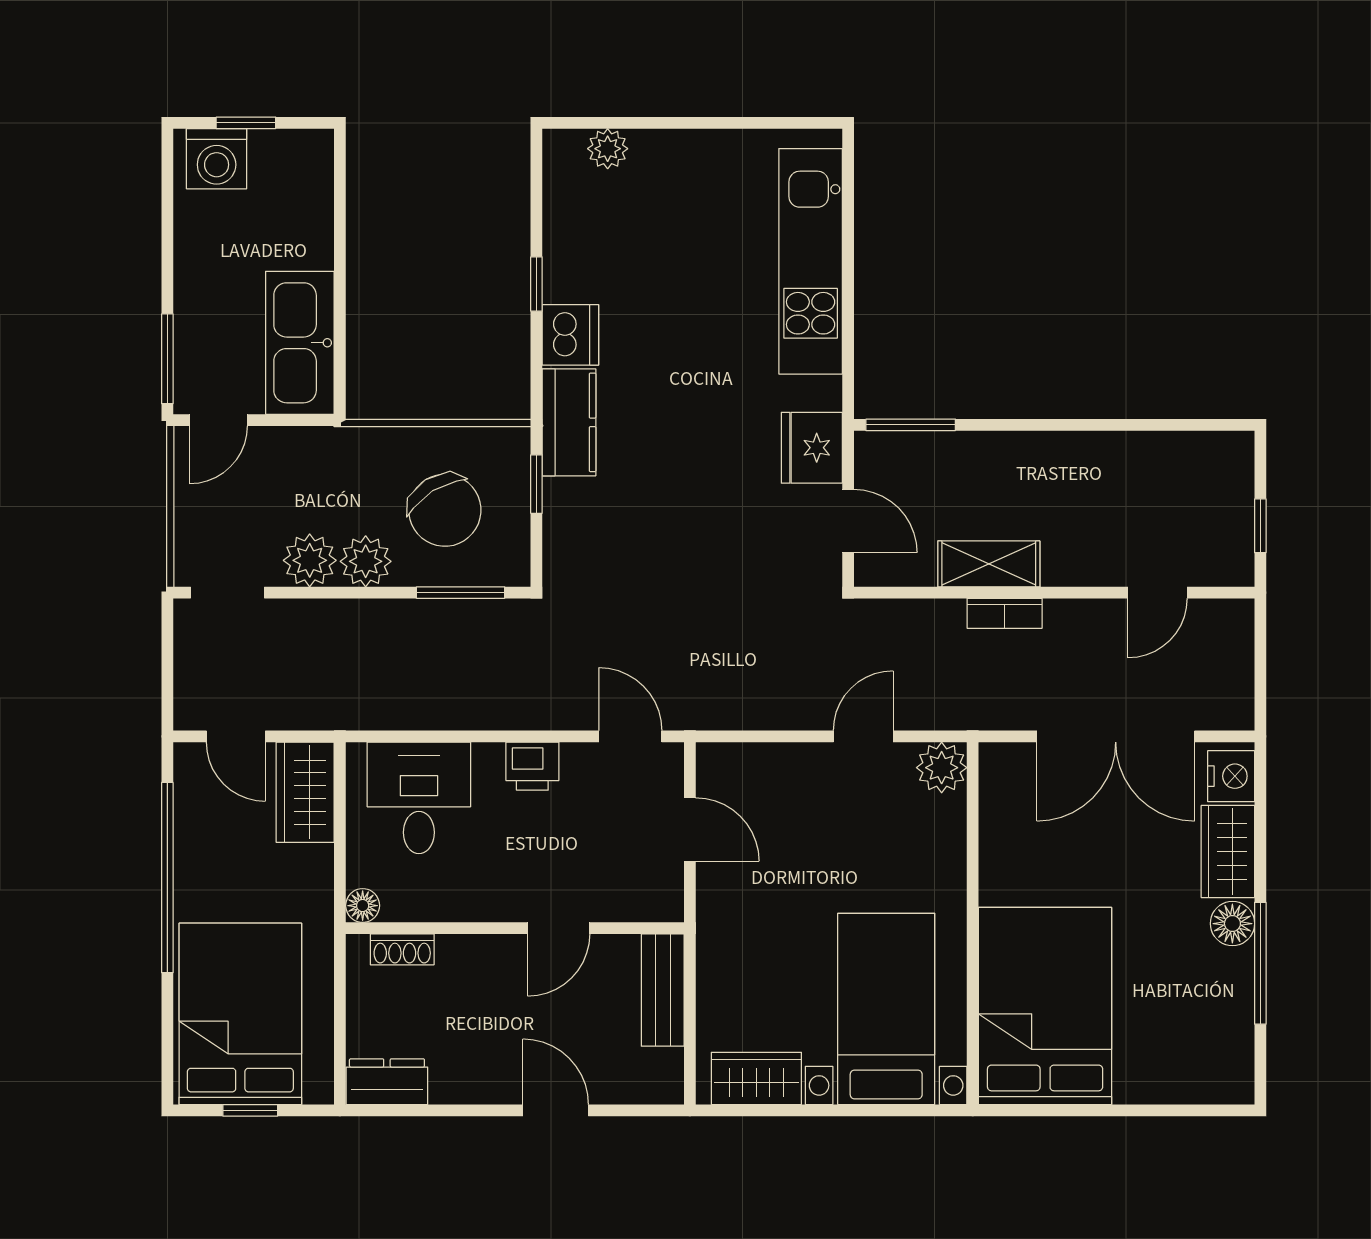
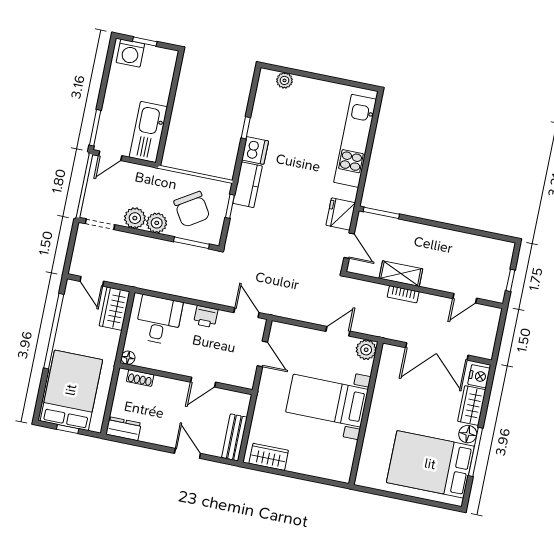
bench: (663, 990) -> (234, 437), moved
bed: (1045, 1006) -> (430, 464), moved, turned -90
bed with nightstands: (886, 1009) -> (327, 401), moved, turned -90

